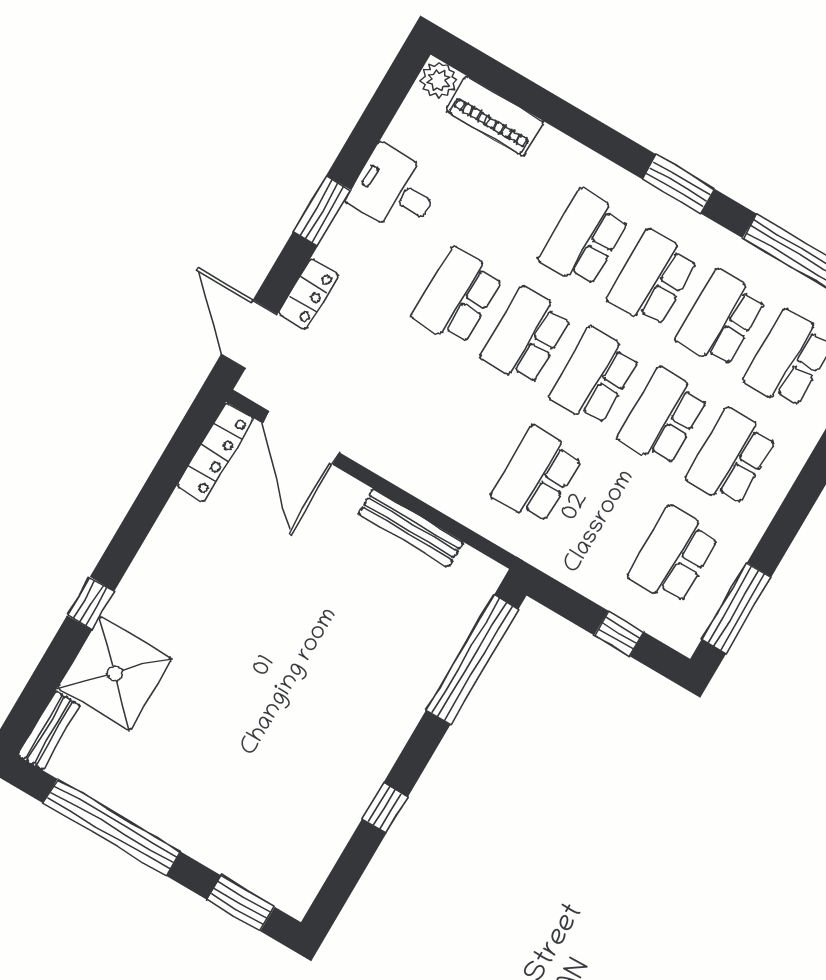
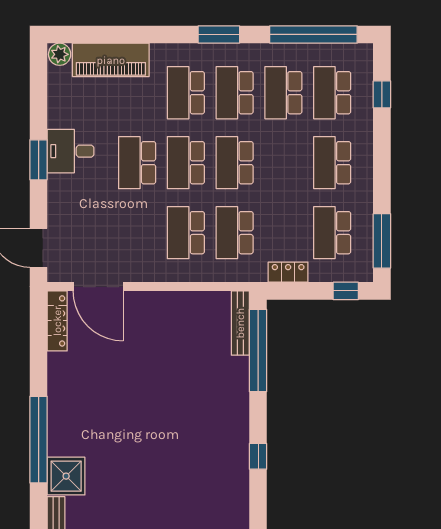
piano: (495, 116) -> (111, 60), width x1.37, depth x1.33
desk: (395, 190) -> (71, 151), moved
locker: (308, 294) -> (288, 272), moved, turned -90
school desk: (663, 417) -> (186, 233), moved
bench: (411, 528) -> (240, 323), moved, turned 90
window: (91, 603) -> (39, 440), width x3.17
window: (619, 634) -> (346, 291), moved
shower: (115, 673) -> (66, 476), width x0.73, depth x0.73

